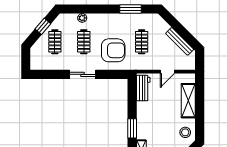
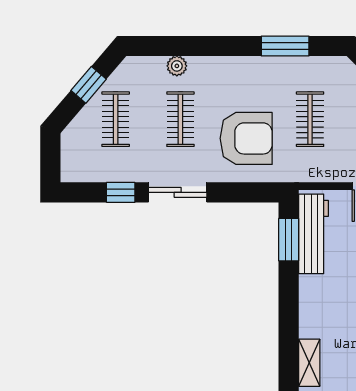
window: (57, 74) -> (121, 192), added
workbench: (143, 88) -> (314, 234), width x1.38
window: (132, 128) -> (289, 240), moved

